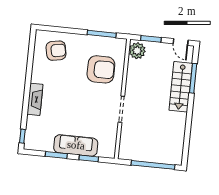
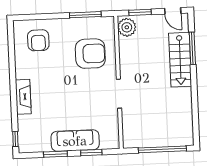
armchair: (56, 51) -> (38, 40), turned 101

